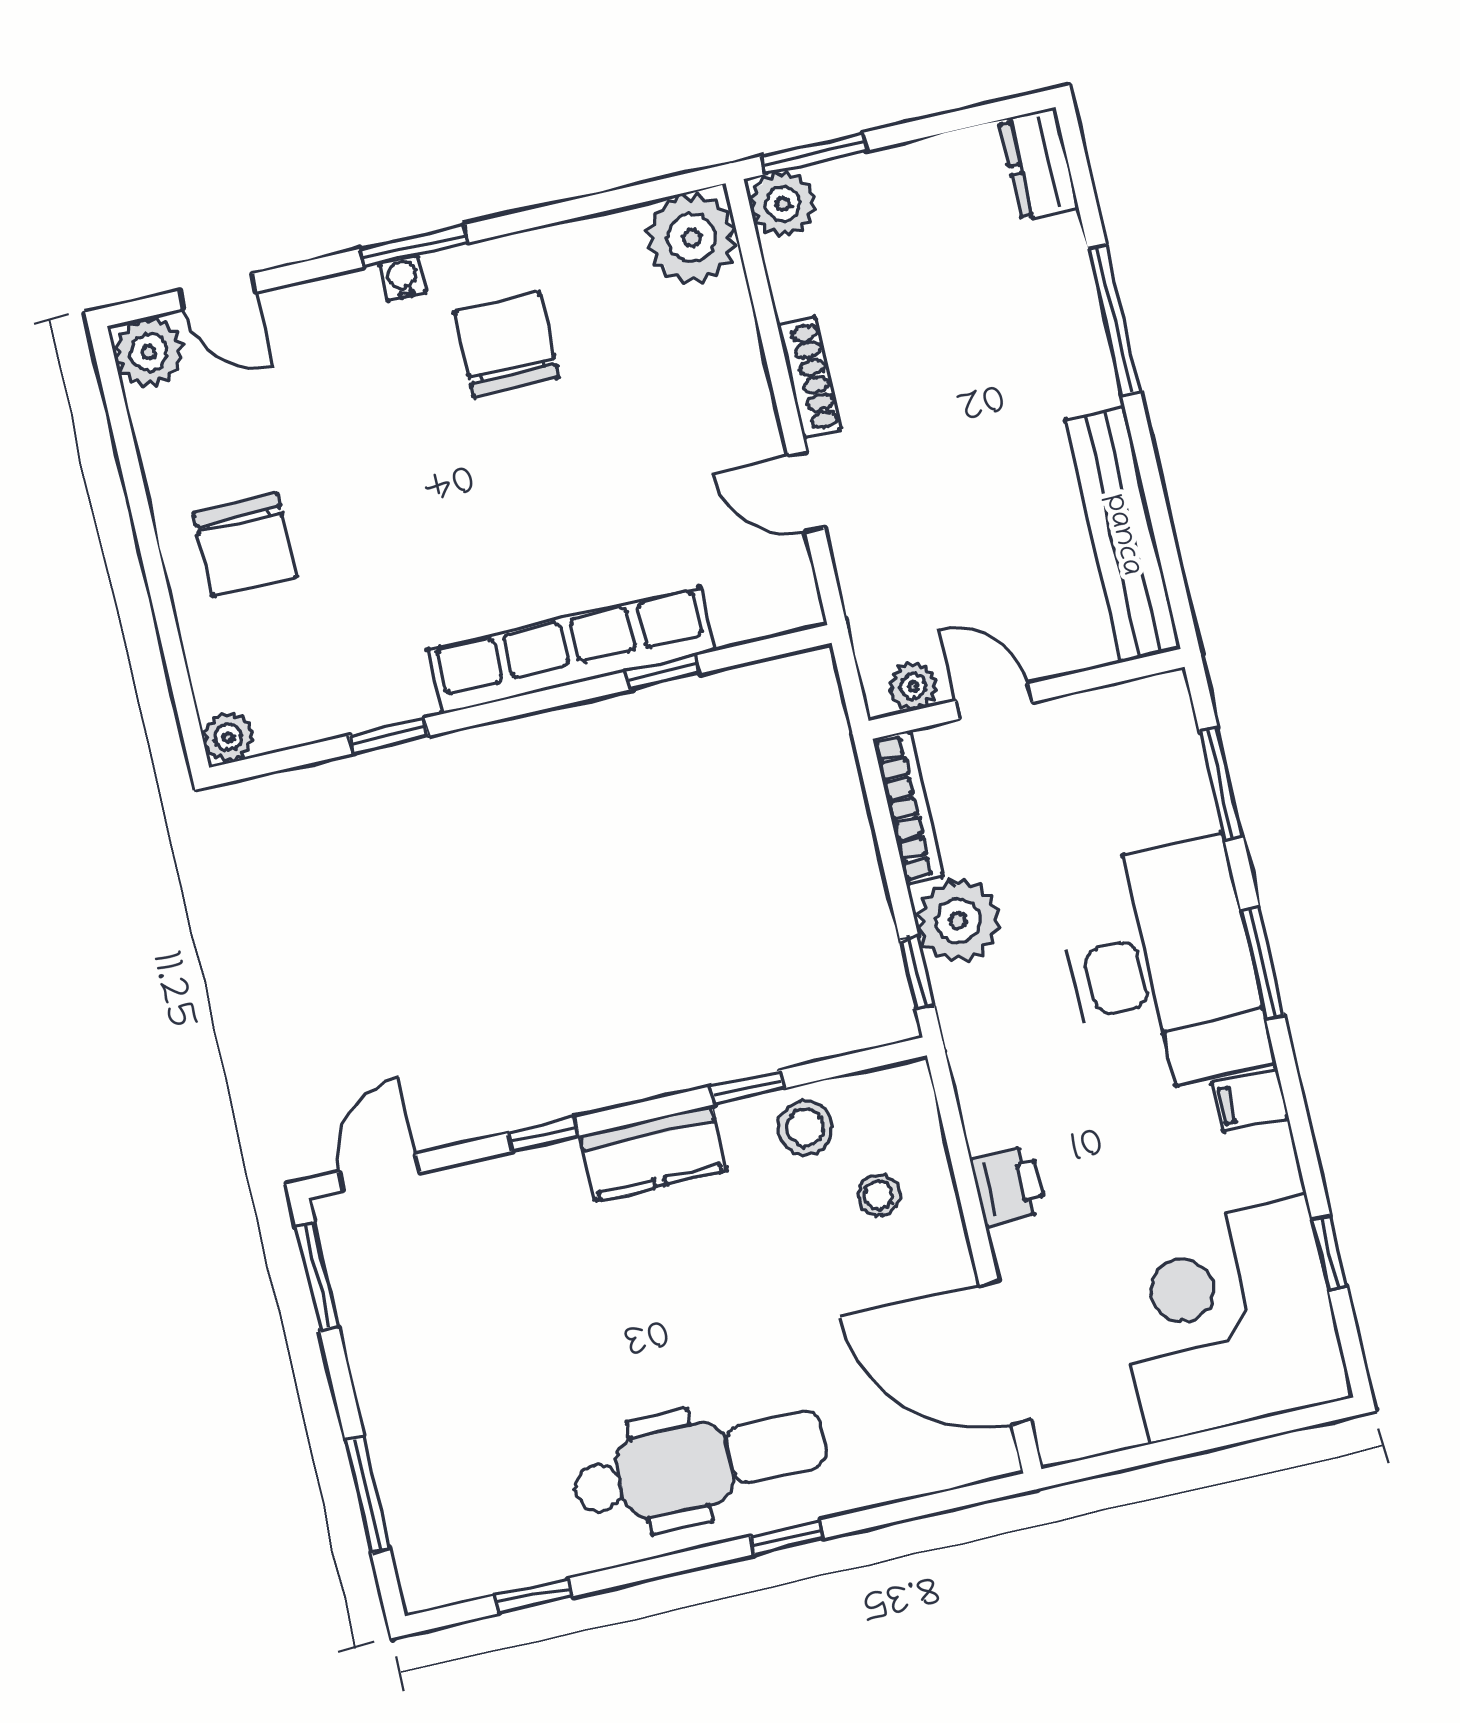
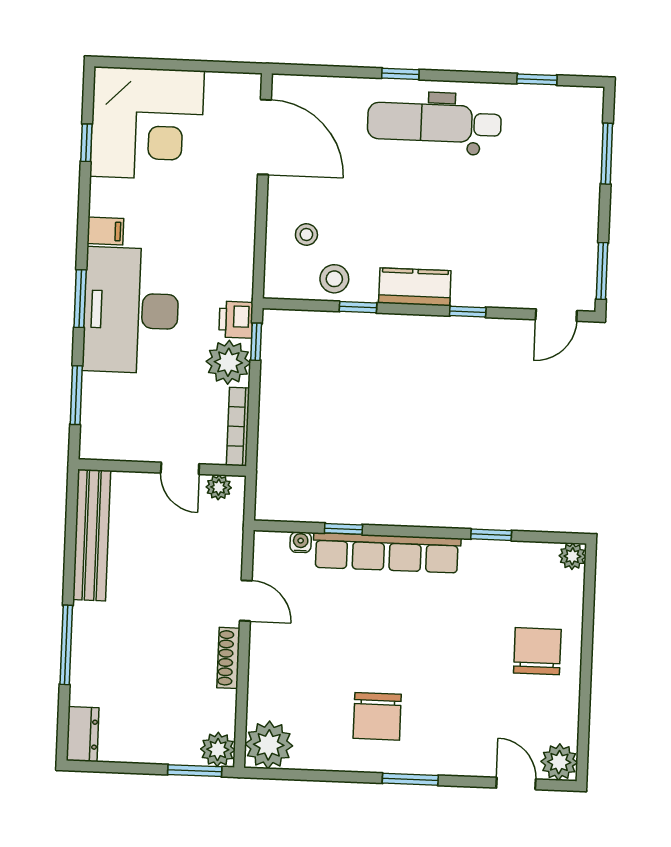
water cooler: (403, 278) -> (301, 542), moved, turned 180
printer: (1008, 1186) -> (236, 320), moved

